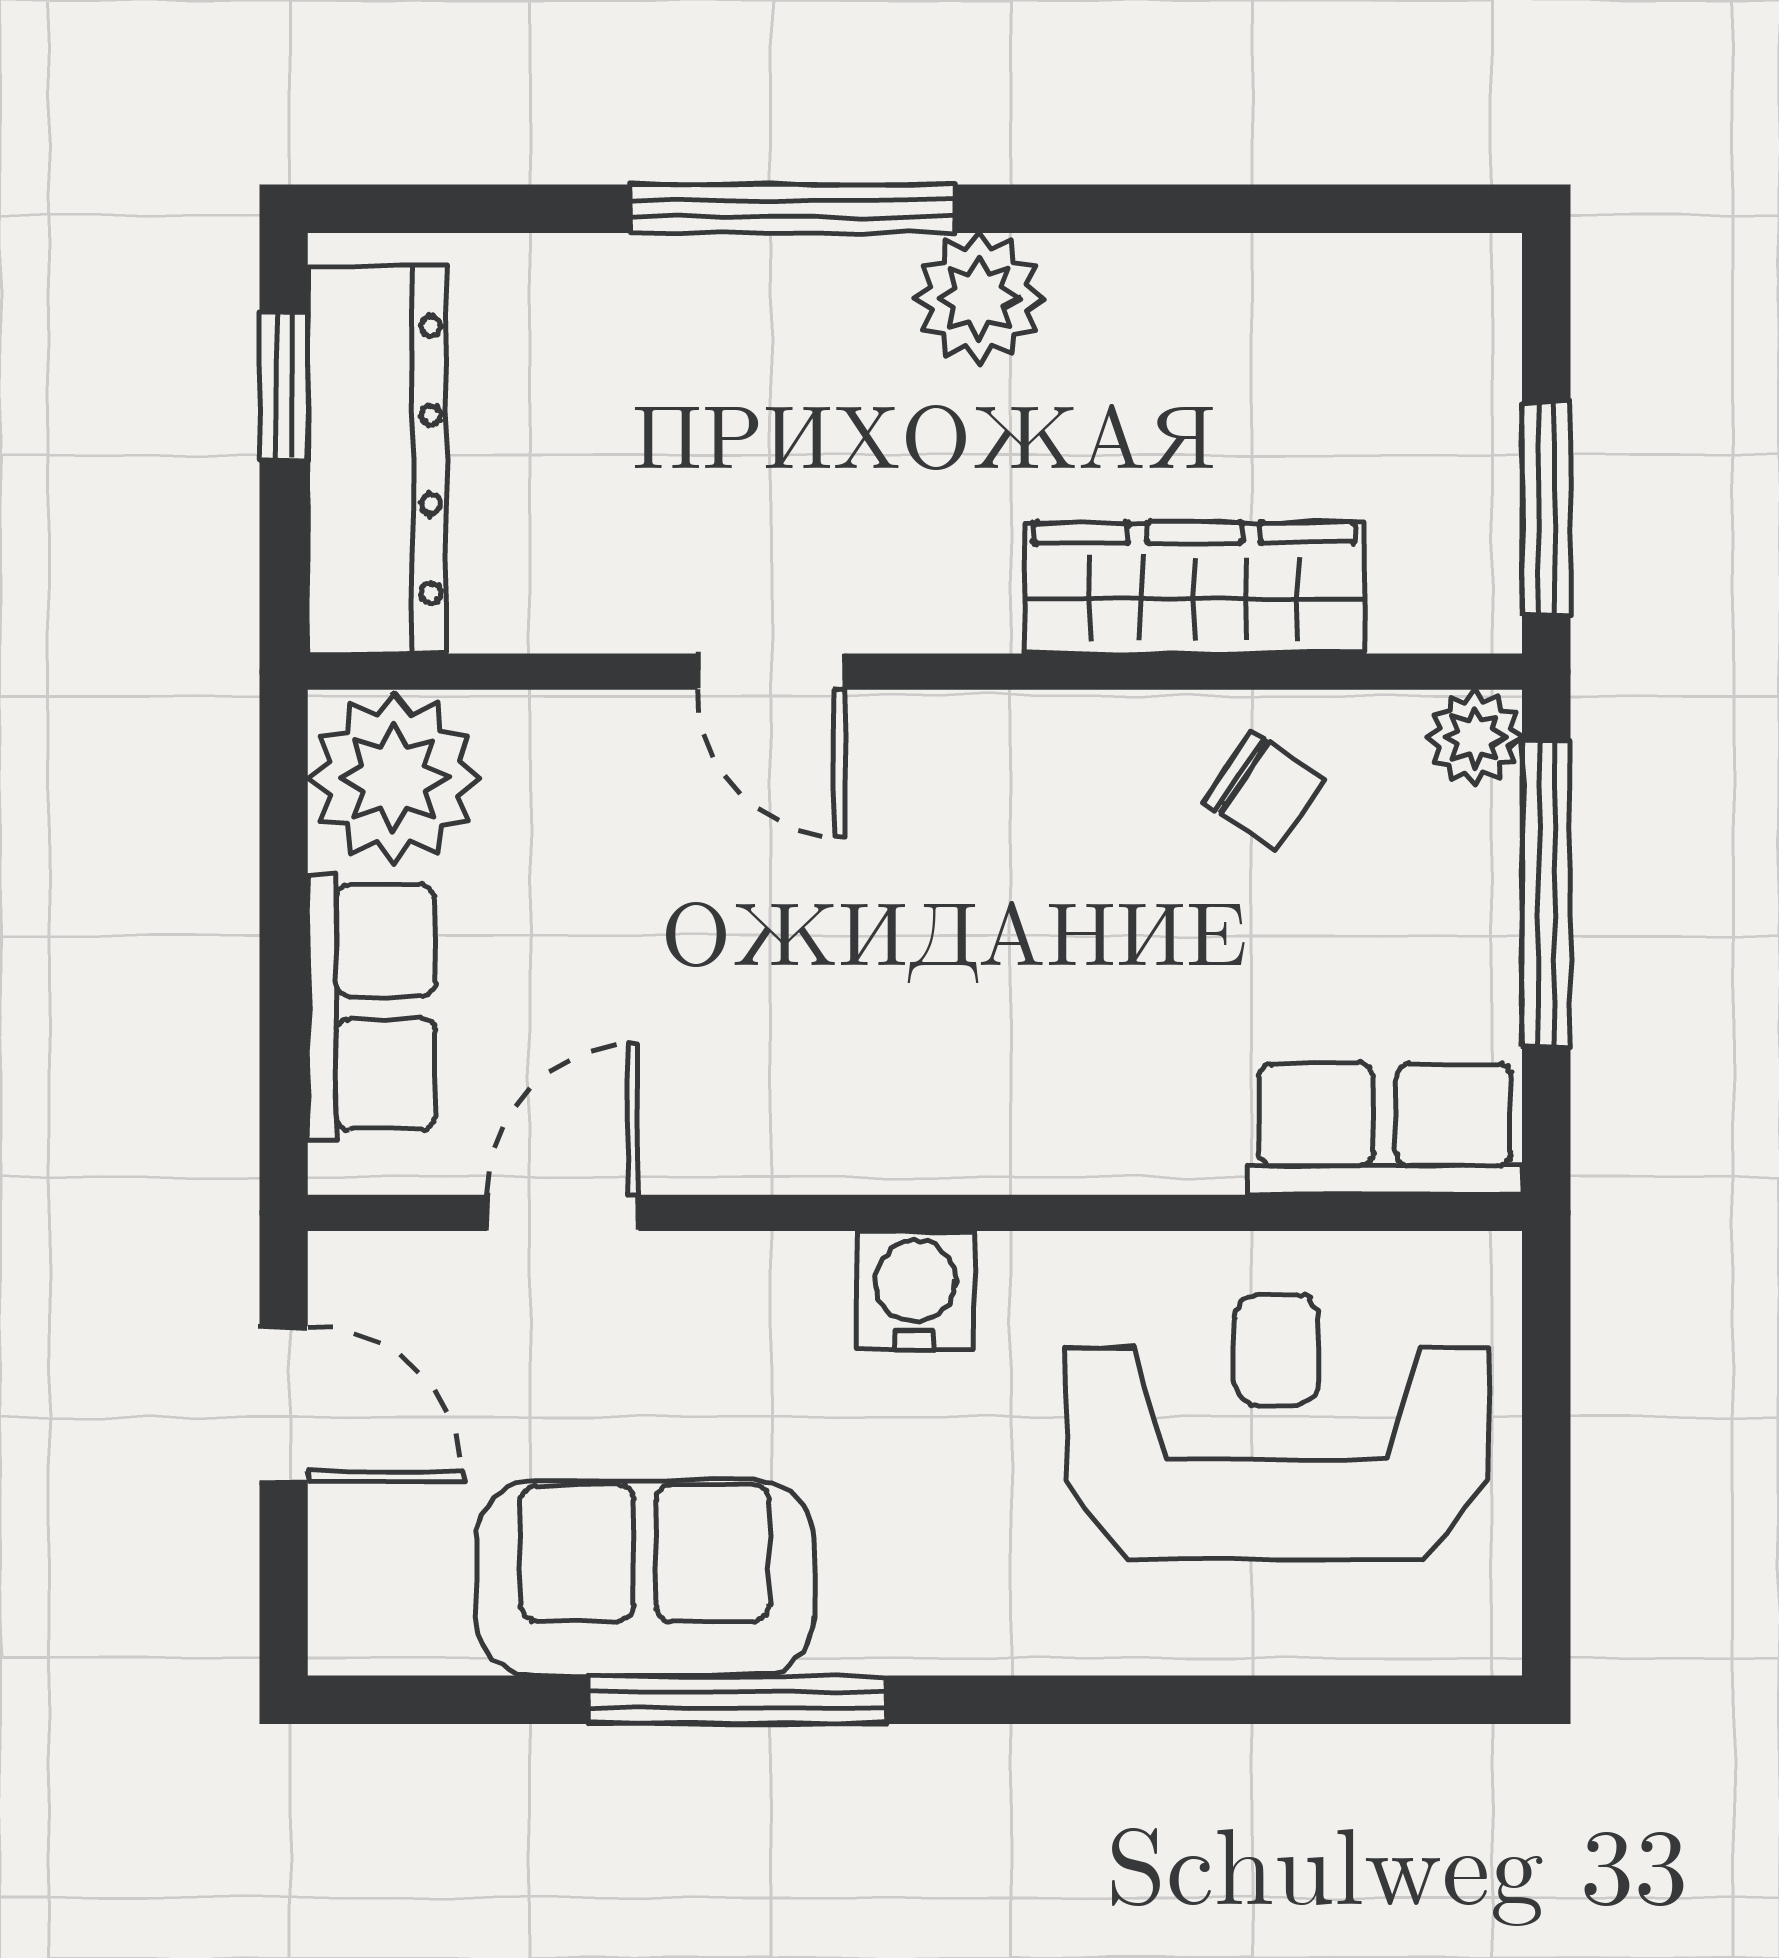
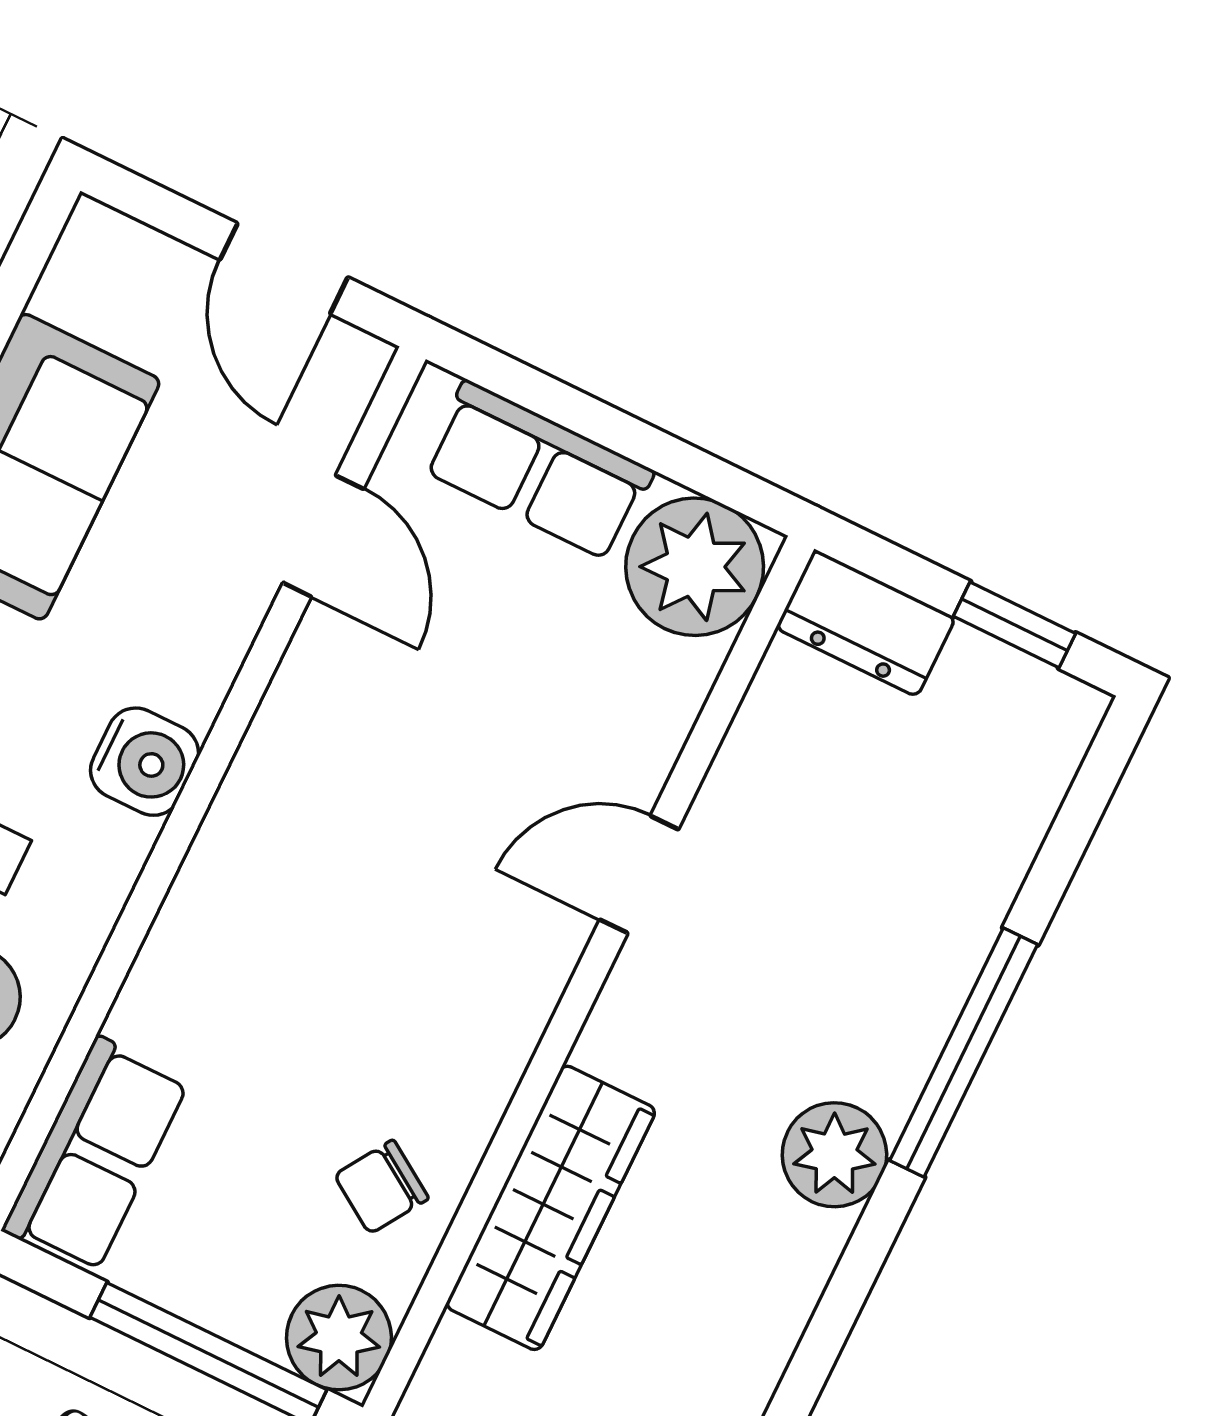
dresser: (377, 460) -> (866, 623), width x0.51, depth x0.80
plant: (1474, 737) -> (339, 1338), width x1.38, depth x1.38
door: (284, 1404) -> (284, 268), hinge flipped

